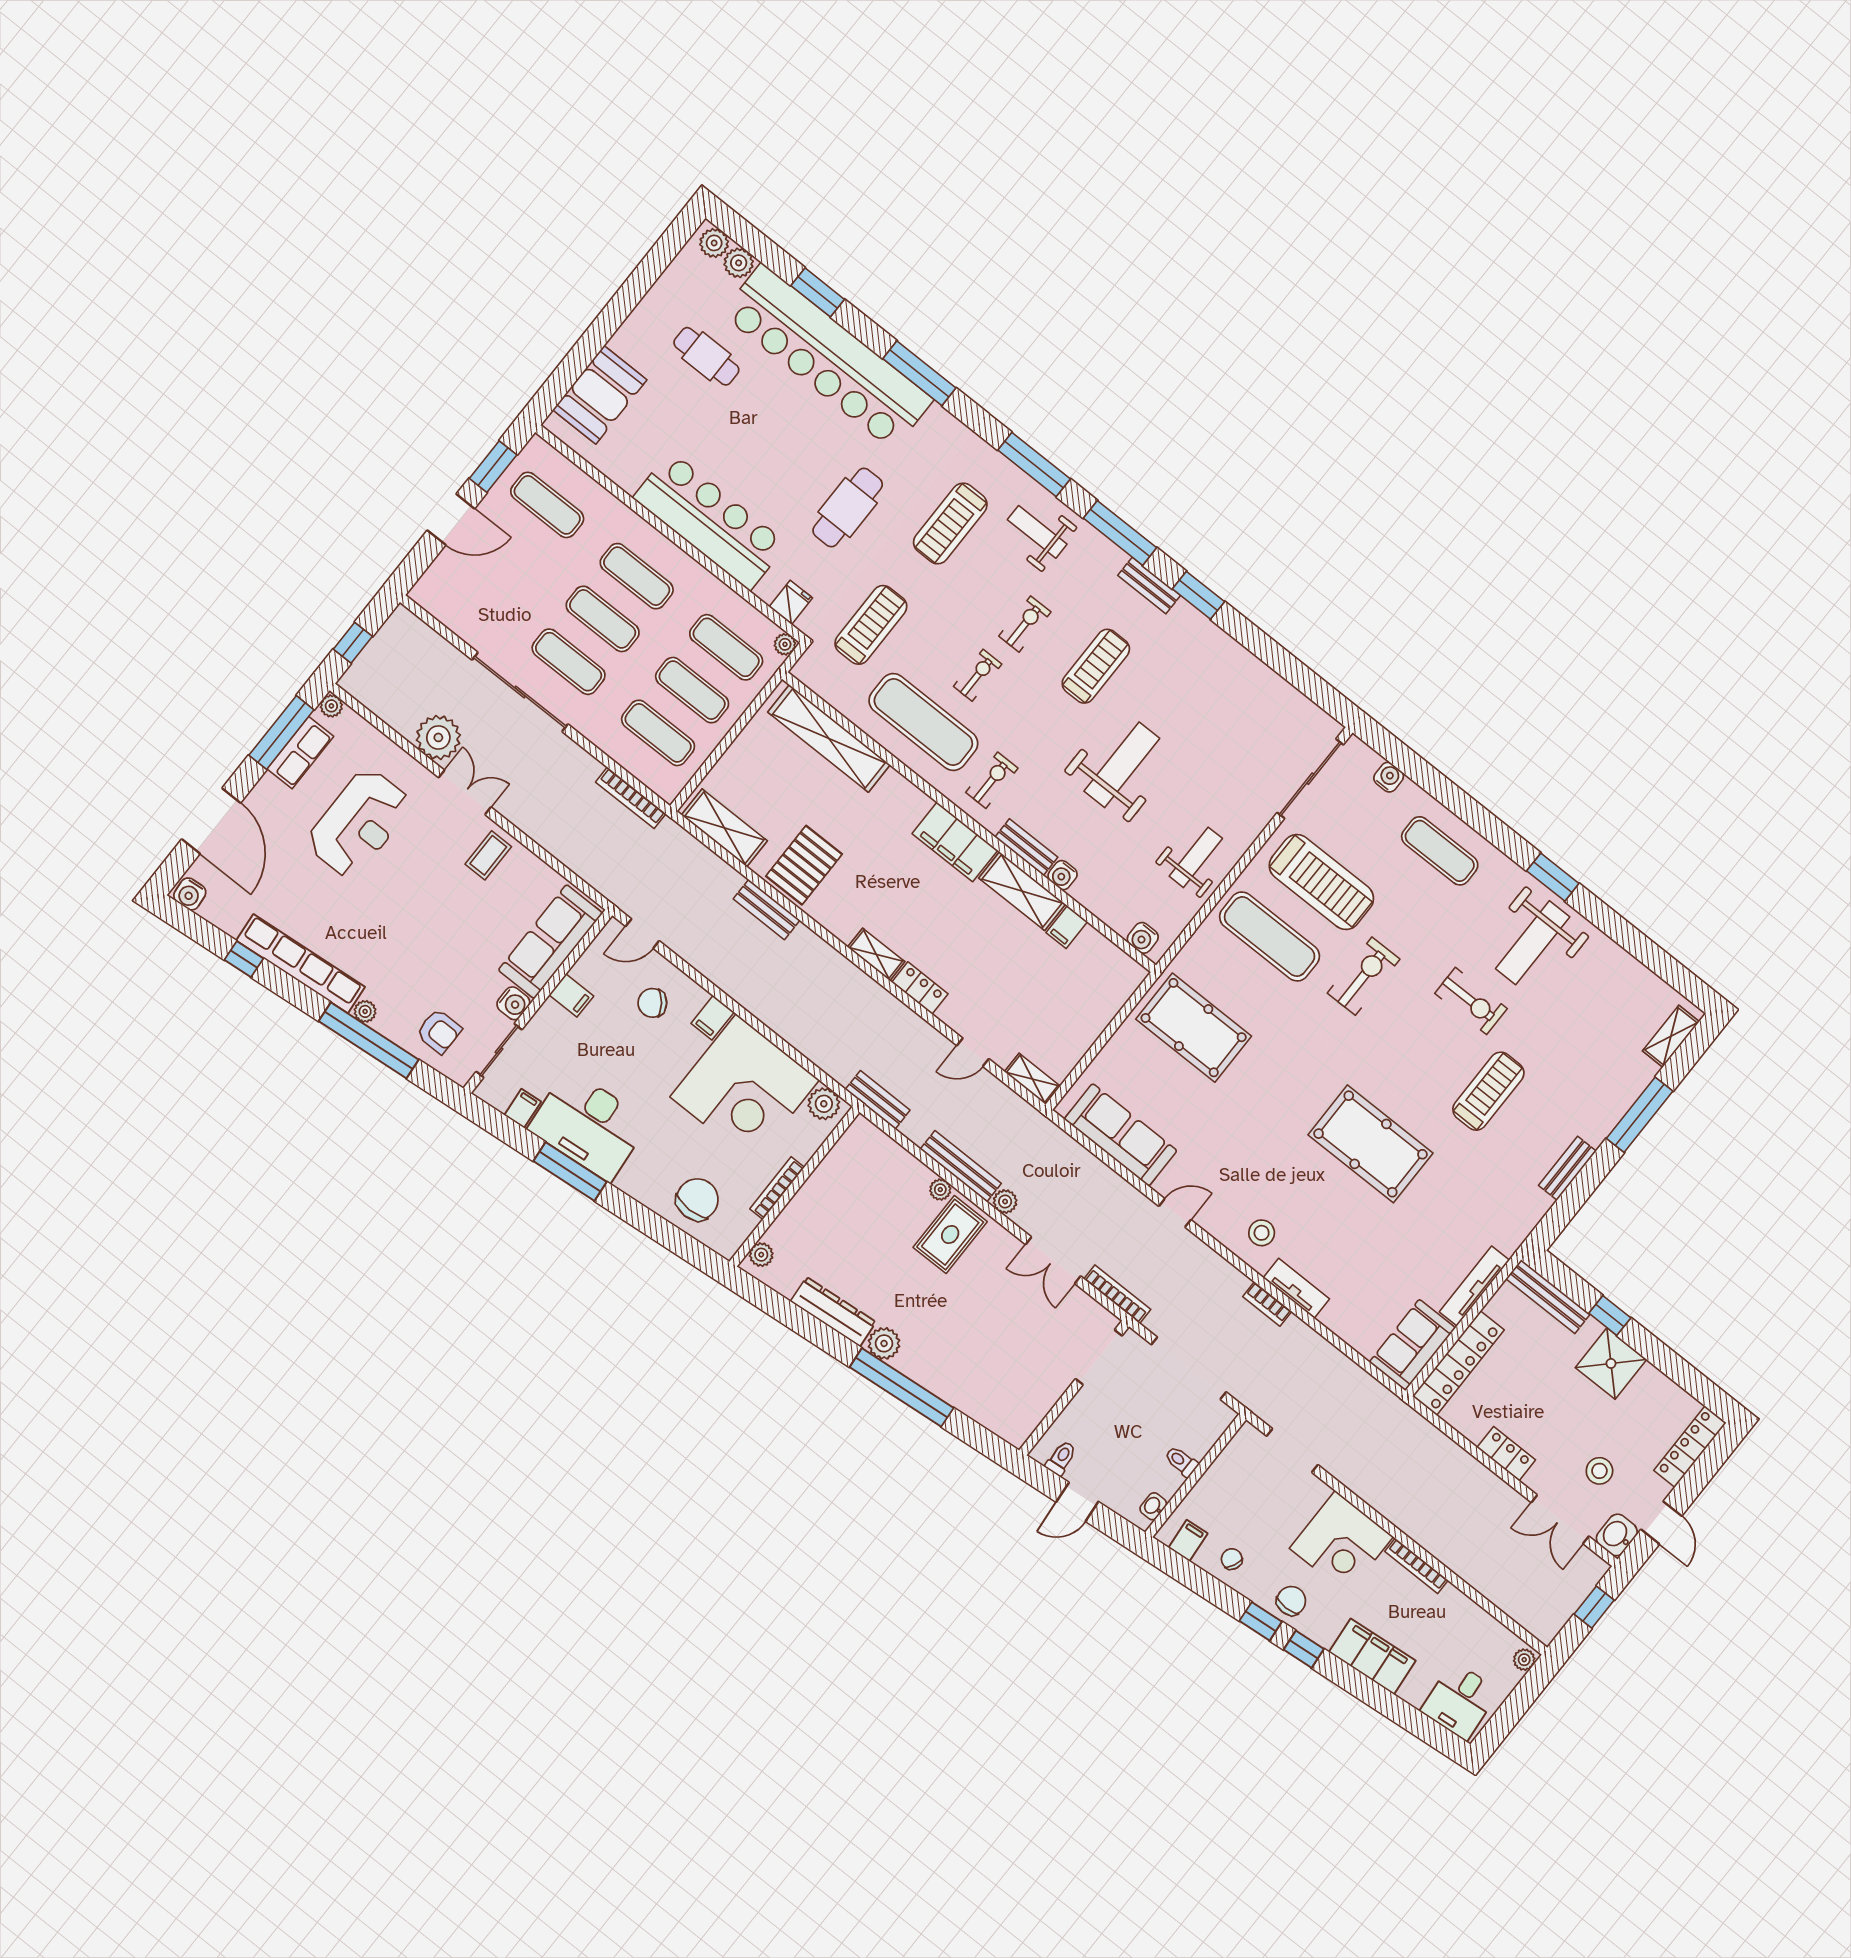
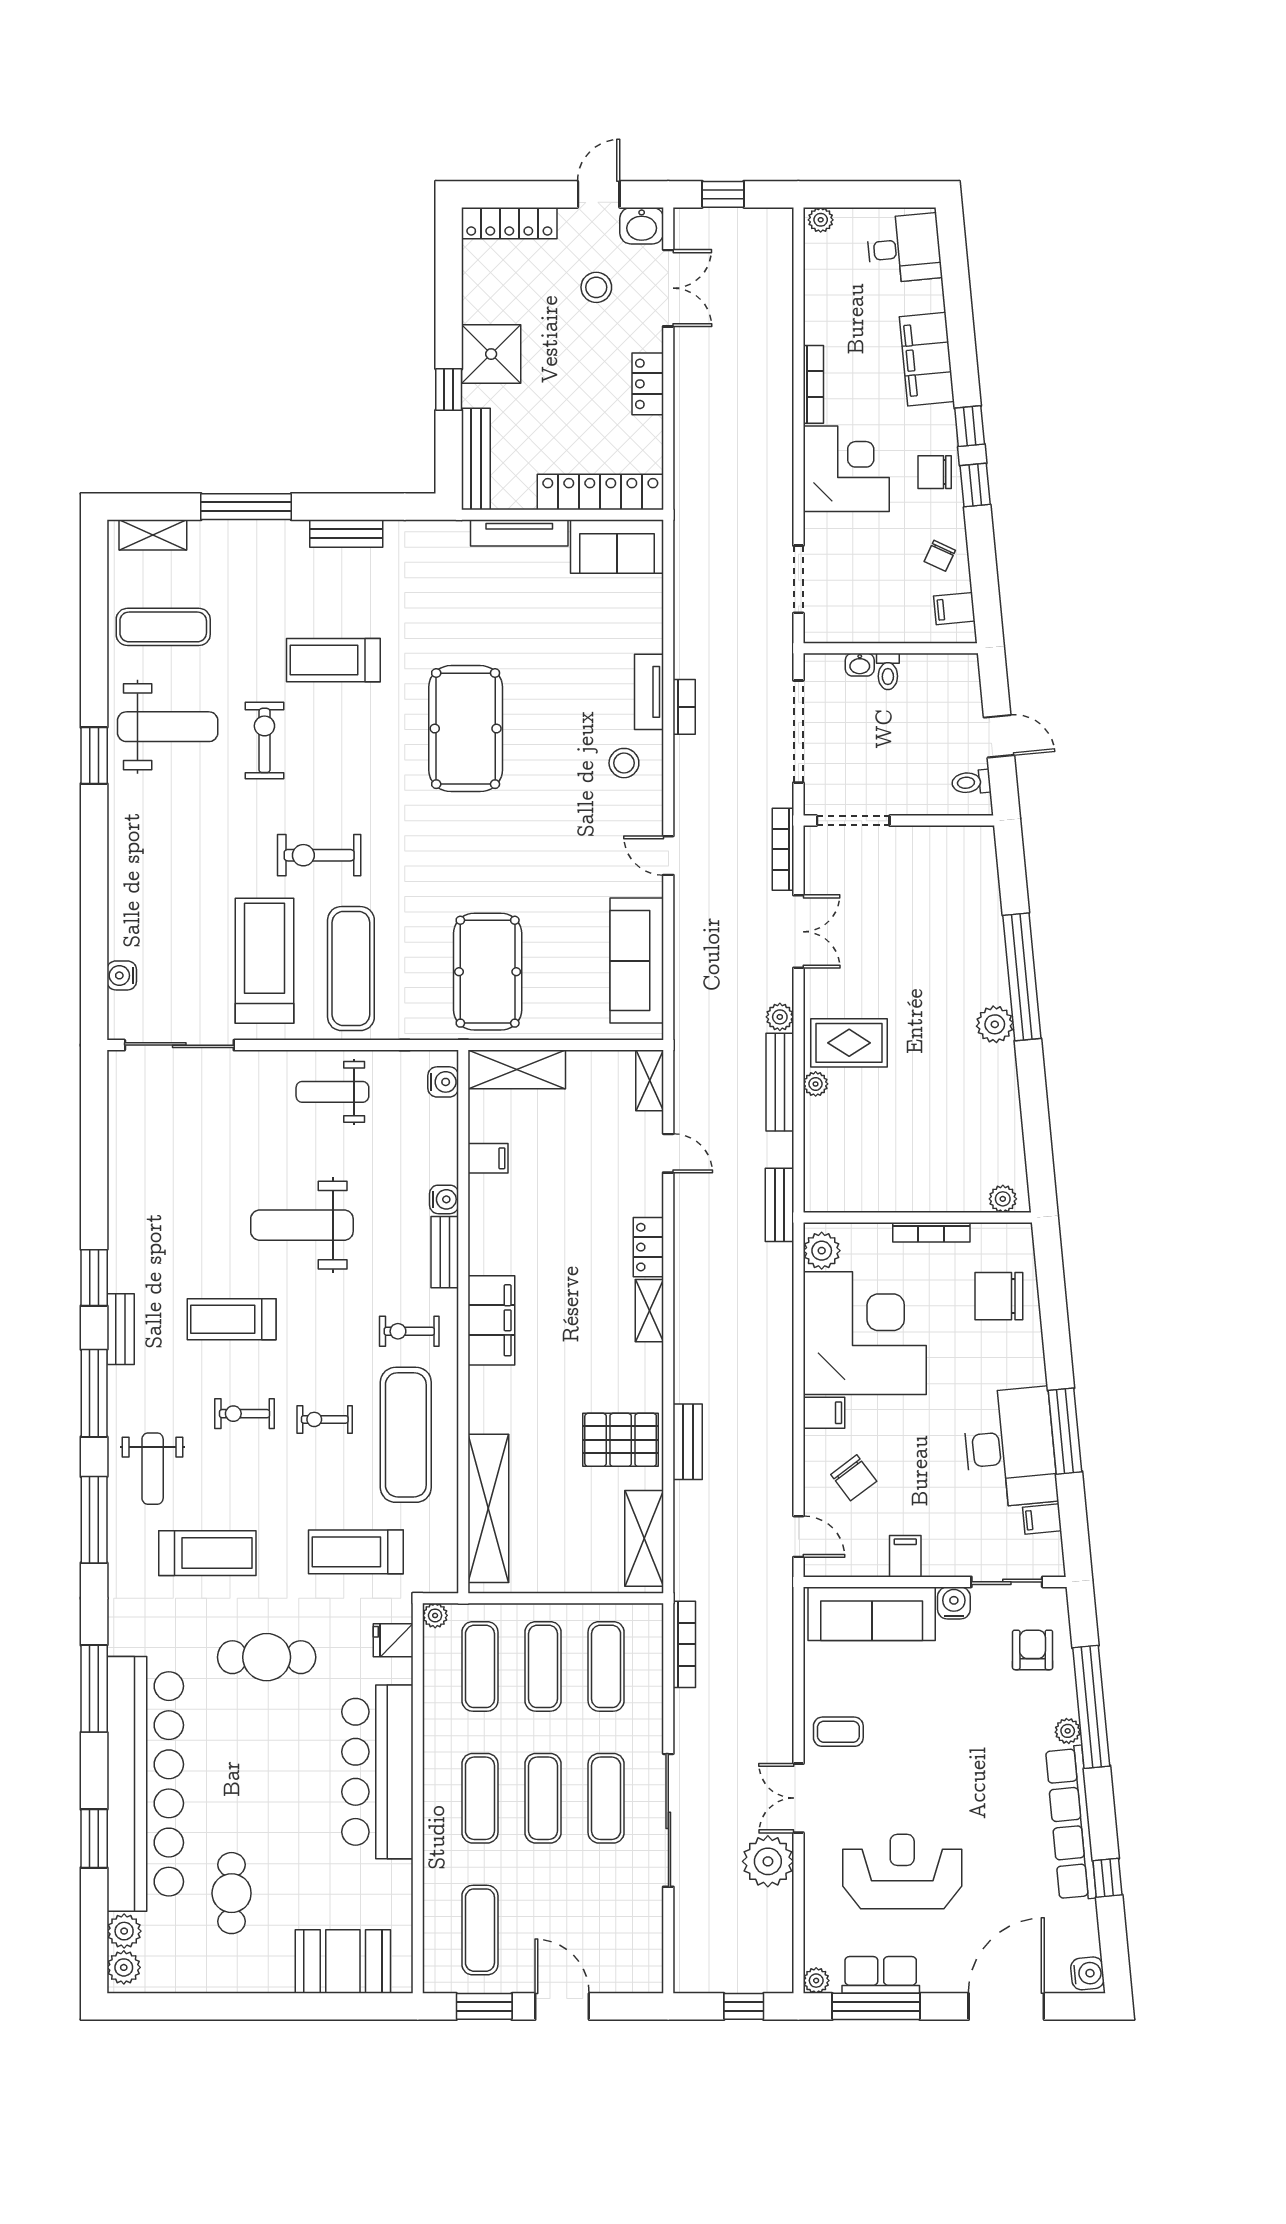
exercise mat: (1440, 851) -> (163, 627), moved, turned 90
shelving: (1022, 891) -> (517, 1069), moved, turned 90
dresser: (833, 1312) -> (1003, 1093), removed
washbasin: (1153, 1506) -> (860, 665), moved

